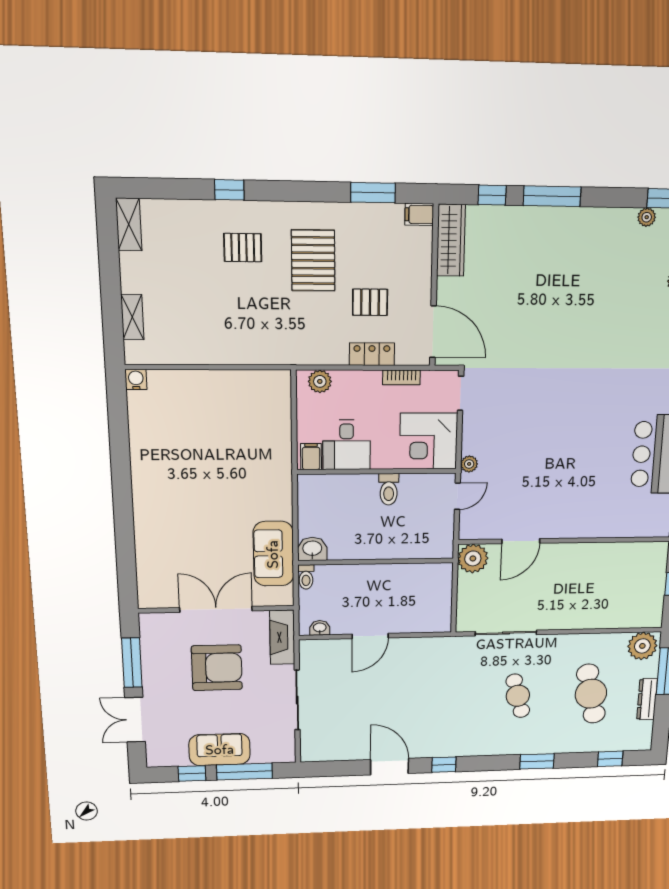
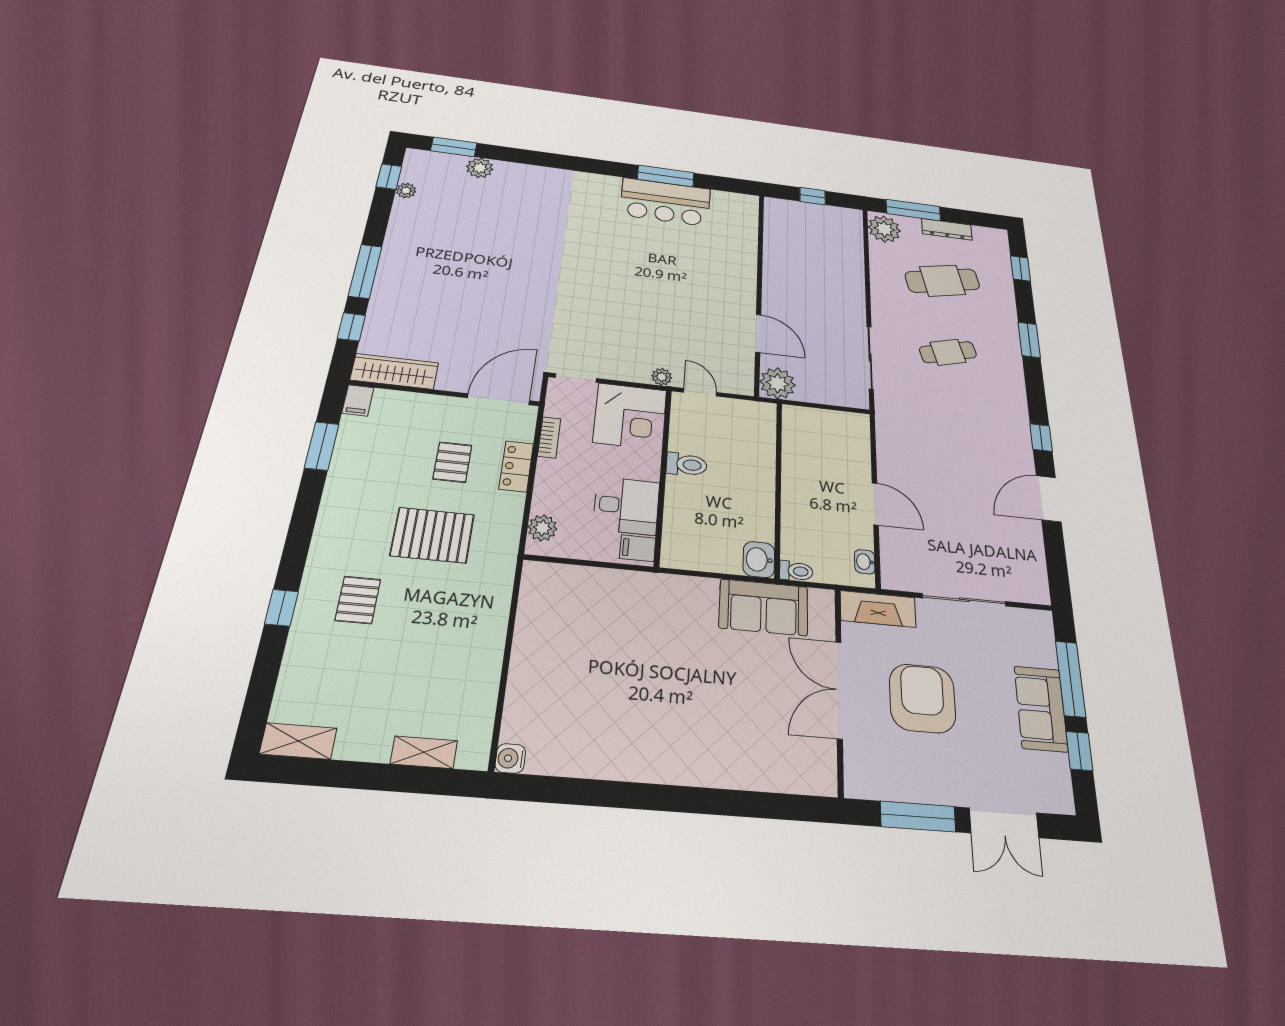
pallet: (313, 260) -> (432, 535), moved

